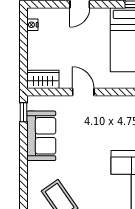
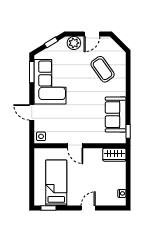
door: (83, 92) -> (75, 146), moved

